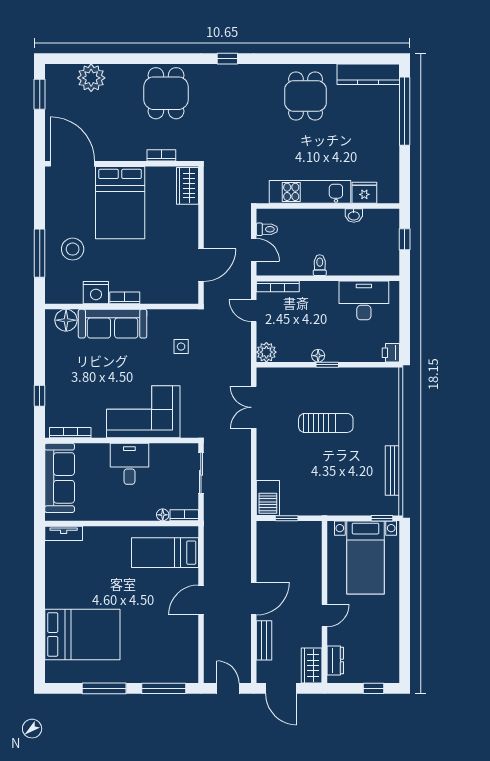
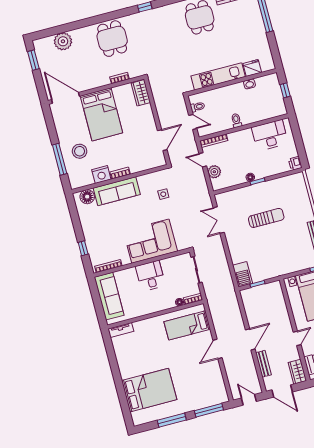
plant: (266, 352) -> (214, 172), moved

